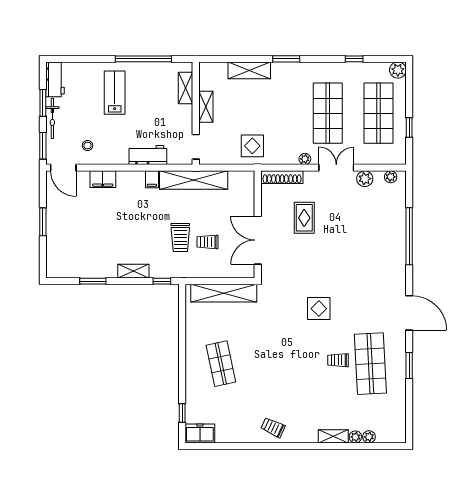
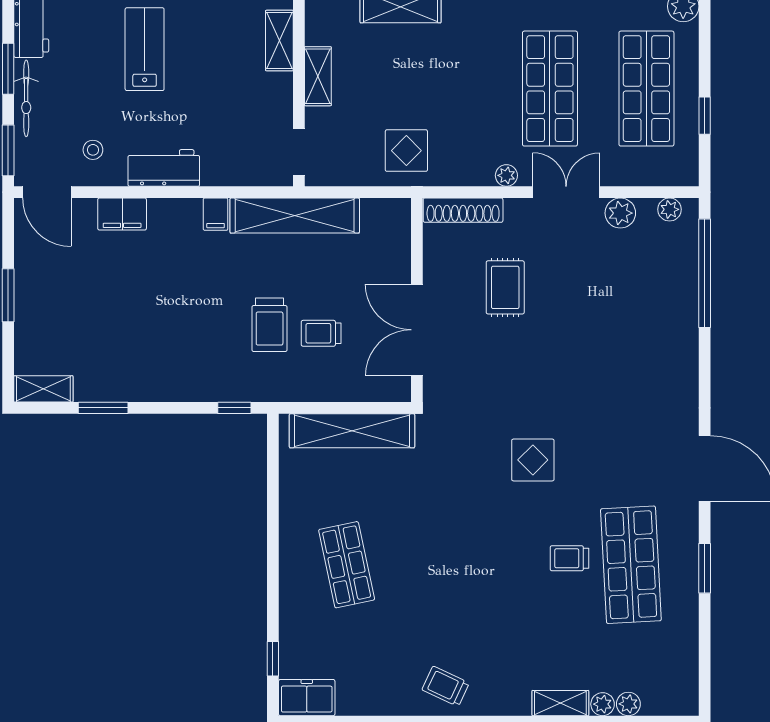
workbench: (148, 155) -> (164, 168), moved
window: (409, 236) -> (705, 273), moved
shelving: (133, 271) -> (43, 389), moved

